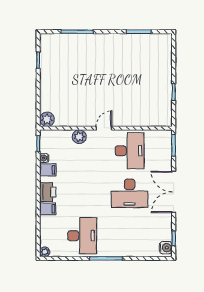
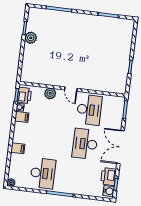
plant: (47, 119) -> (31, 38), moved
door: (104, 128) -> (71, 89), swing flipped
printer: (48, 192) -> (24, 95), moved
desk: (130, 193) -> (85, 144), turned 90
printer: (163, 230) -> (109, 177), added

